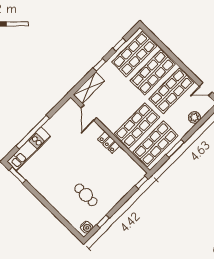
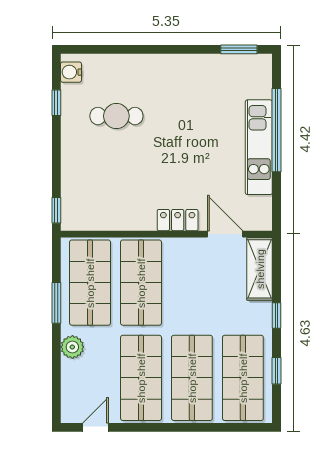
plant: (194, 117) -> (72, 347), moved
locker: (109, 142) -> (178, 220), moved
kitchen unit: (29, 149) -> (259, 147), moved

